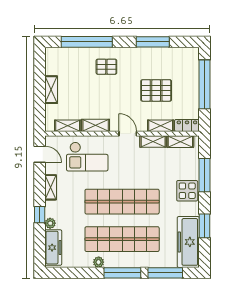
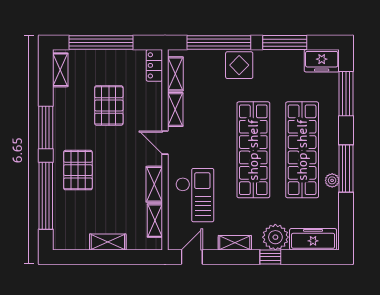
window: (153, 42) -> (46, 127), moved
pallet: (106, 67) -> (78, 170), width x1.50, depth x1.42
shelving: (161, 126) -> (60, 70), moved
door: (128, 134) -> (165, 142), hinge flipped
window: (205, 175) -> (219, 43), width x1.46
plant: (50, 223) -> (275, 237), width x1.88, depth x1.88
window: (205, 226) -> (285, 43), width x1.44
freezer: (188, 242) -> (322, 61), width x0.52, depth x0.79
window: (122, 273) -> (346, 169), moved

